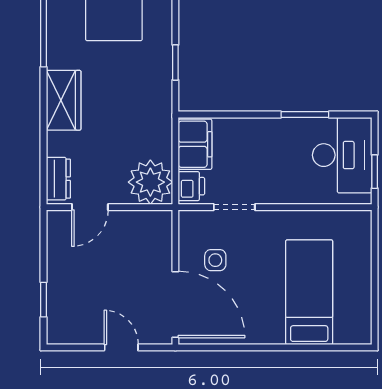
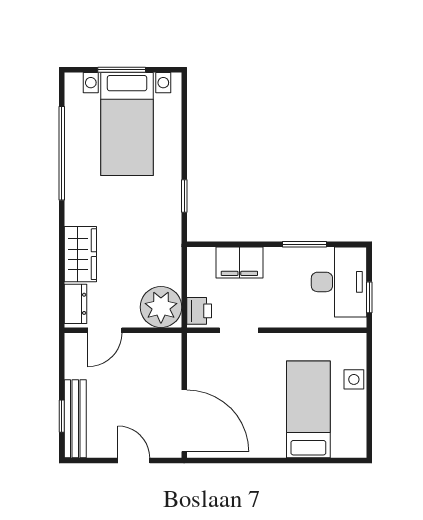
wardrobe: (64, 100) -> (80, 254), moved
filing cabinet: (195, 144) -> (239, 262), moved, turned 90
side table: (215, 260) -> (354, 379), moved
bench: (58, 302) -> (75, 419), added

